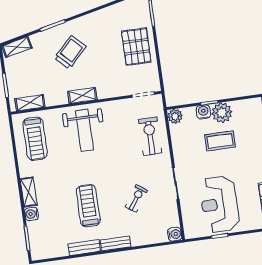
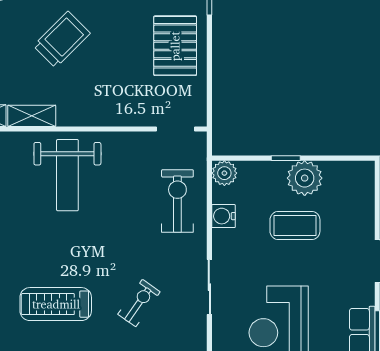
shelving: (82, 96) -> (32, 116), moved
water cooler: (203, 112) -> (224, 216), moved, turned -90
treadmill: (88, 206) -> (56, 304), turned -90

